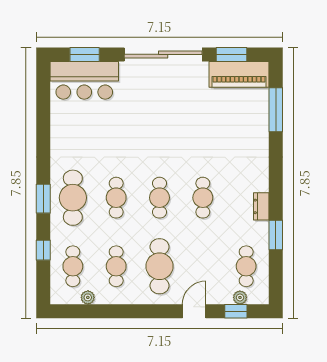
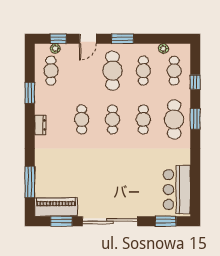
bar counter: (84, 80) -> (177, 190), moved, turned -90
dresser: (261, 206) -> (40, 125), moved
window: (145, 311) -> (123, 39), added

